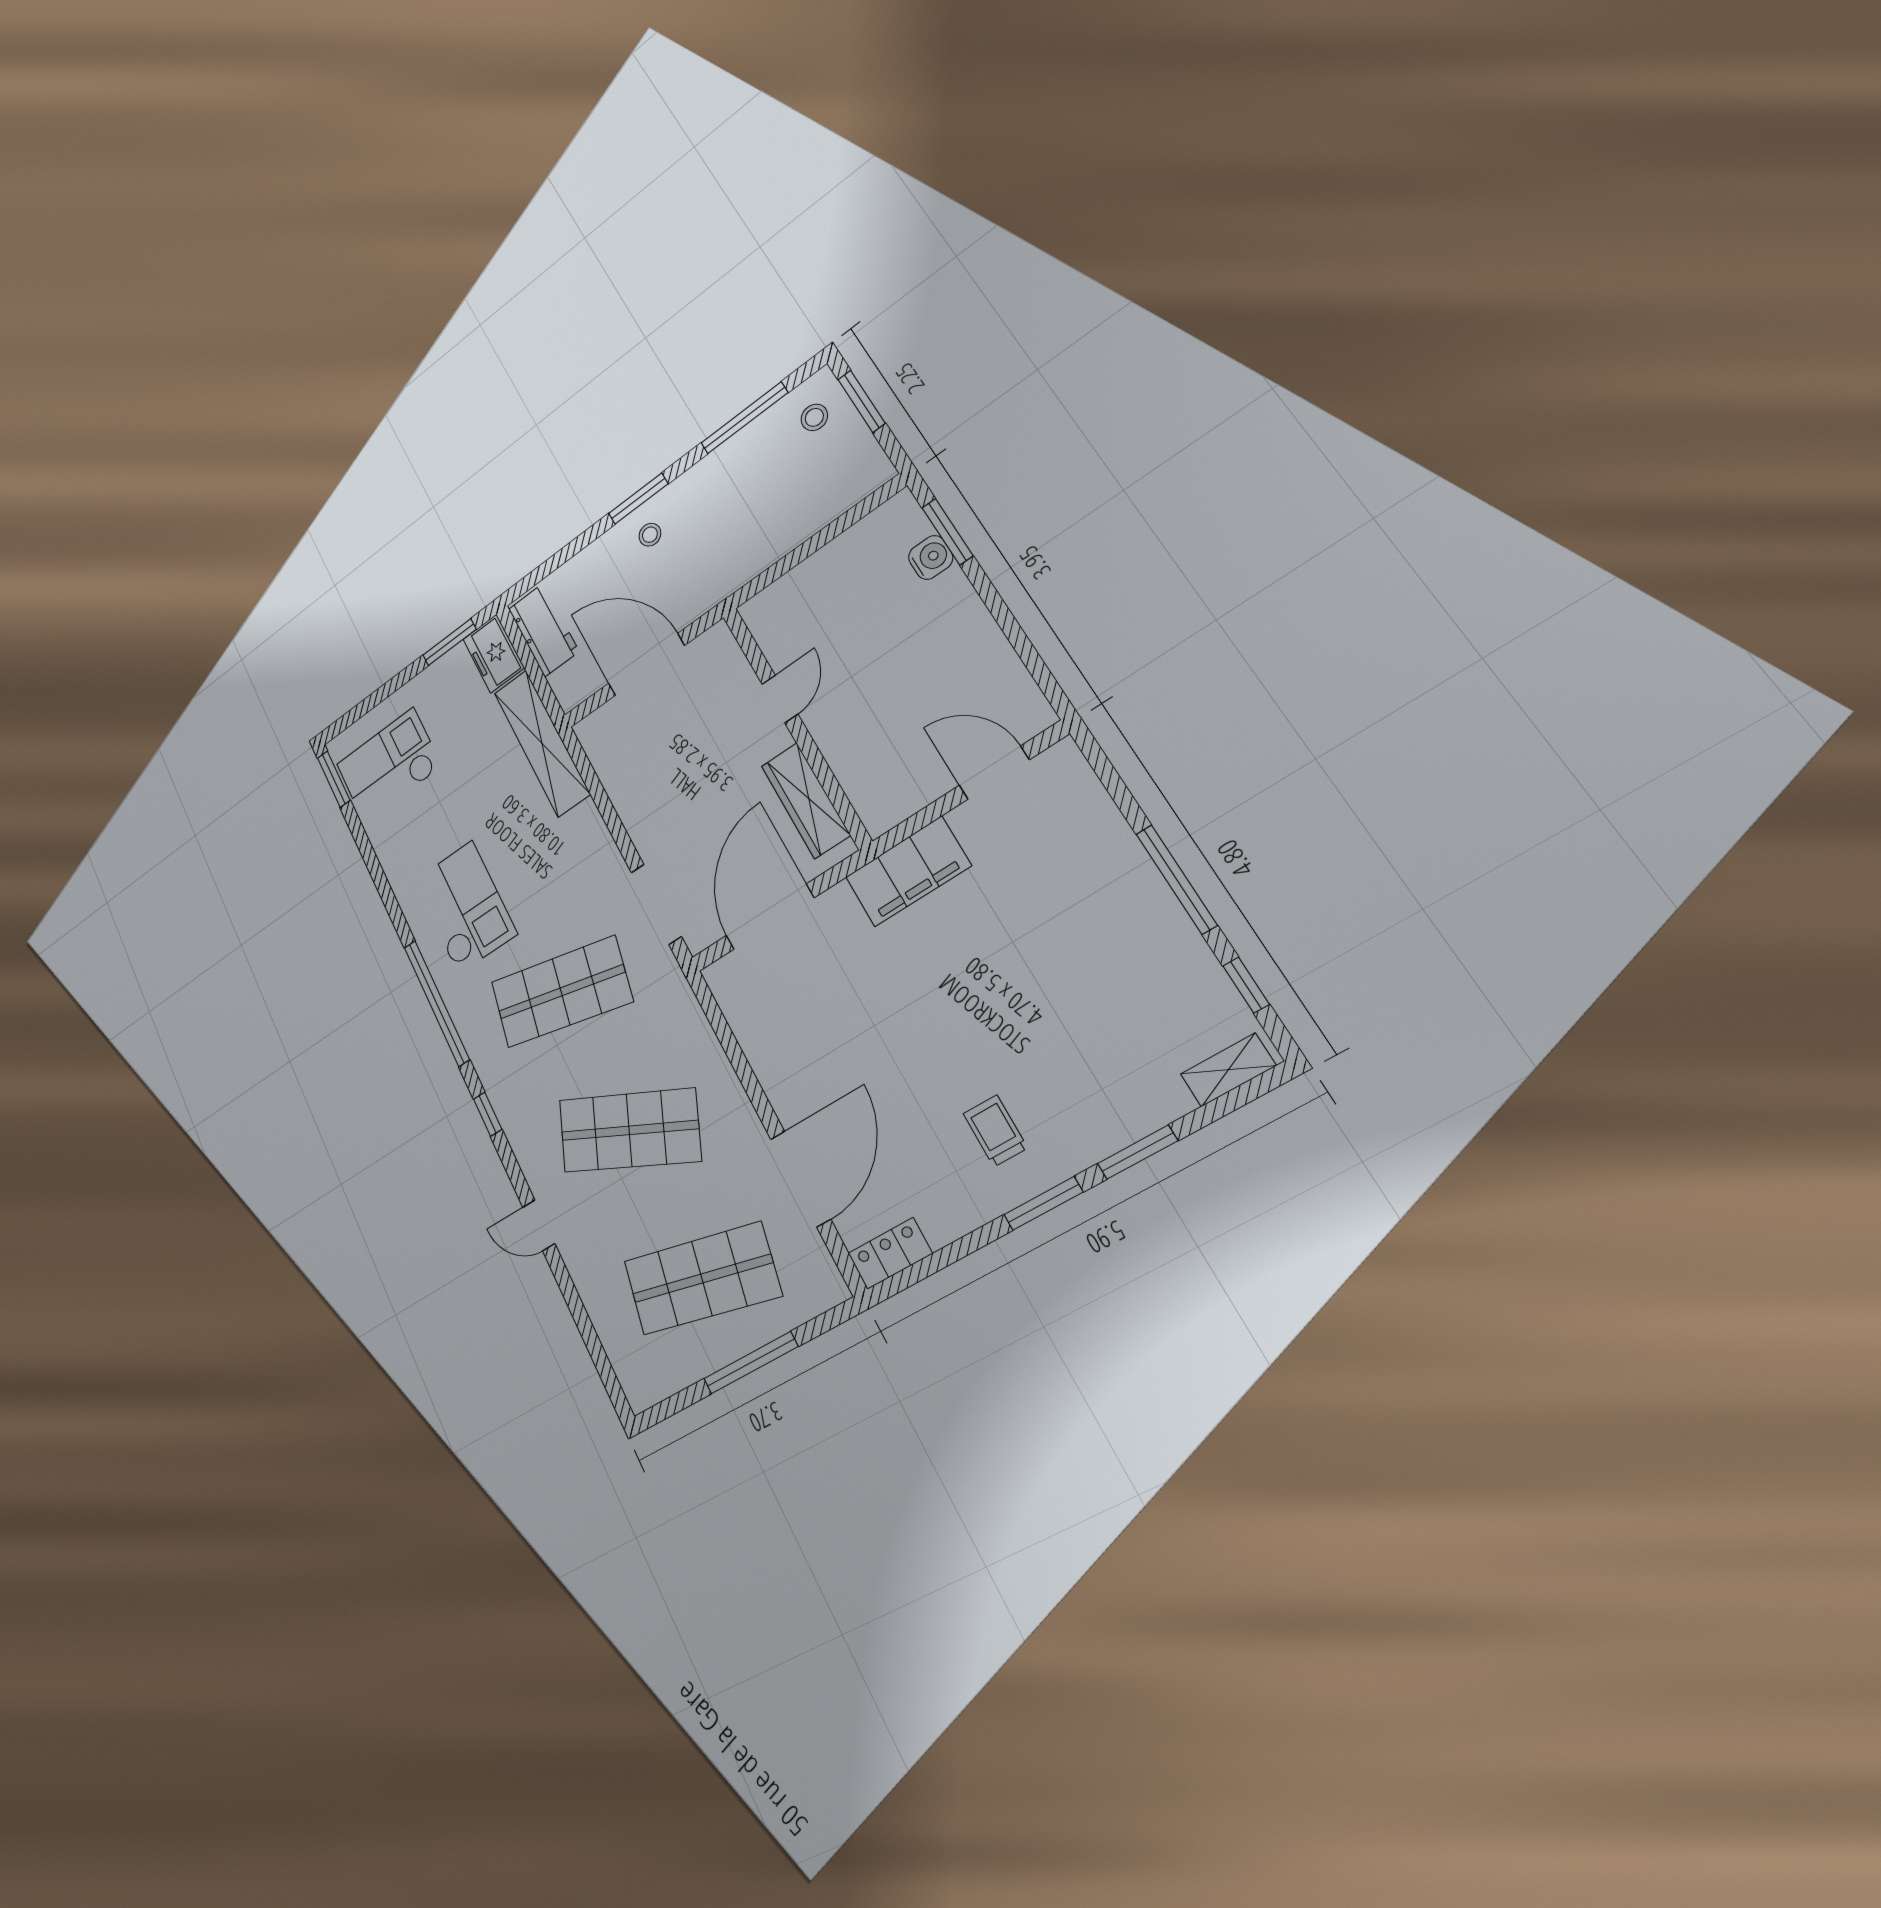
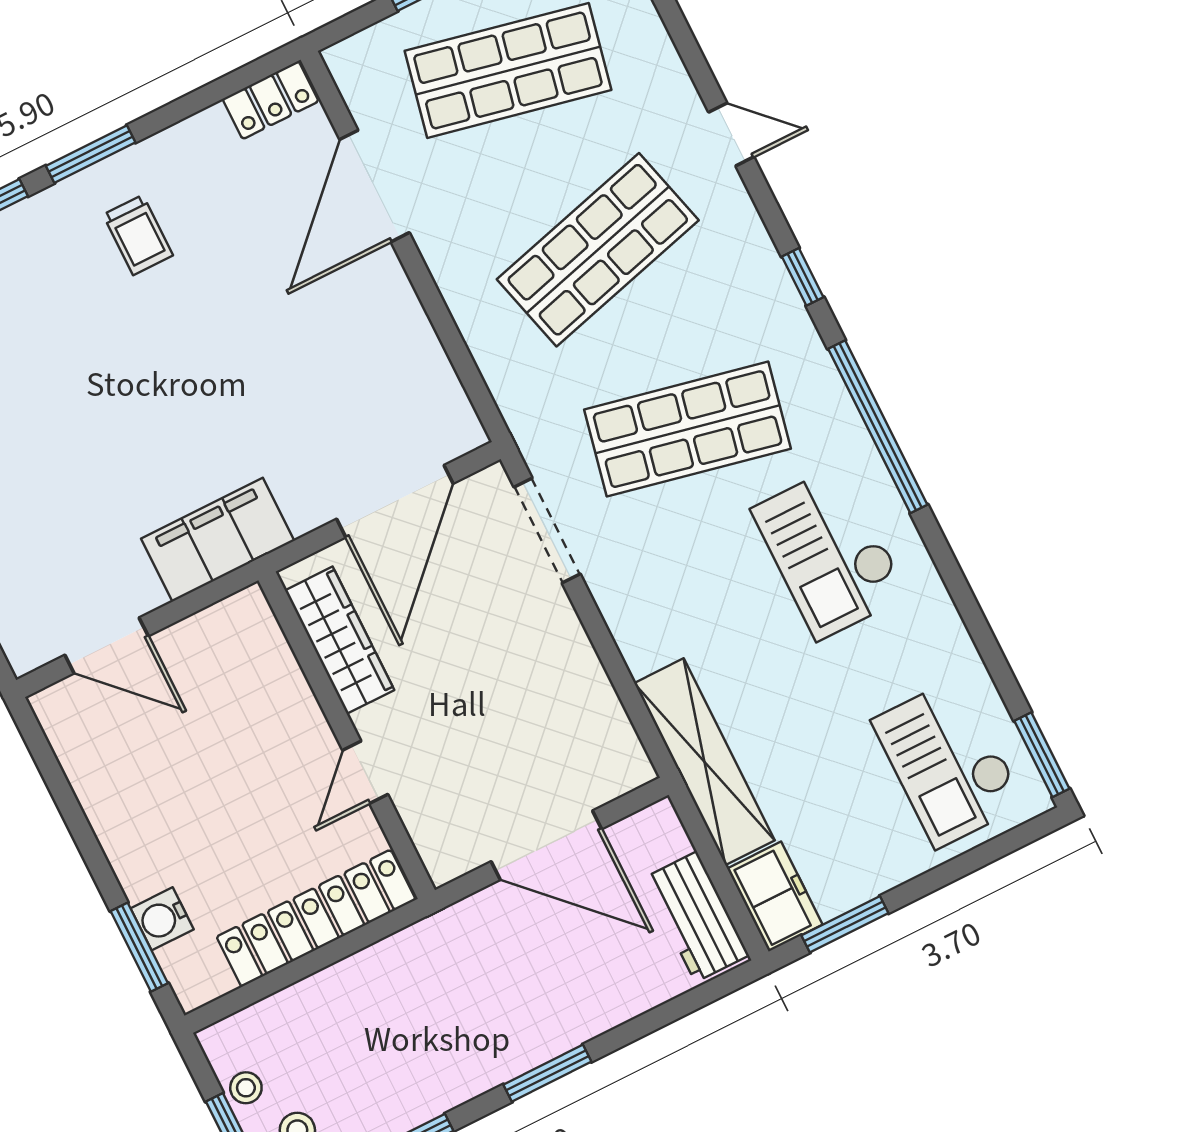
stool: (650, 535) -> (246, 1088), moved
locker: (810, 580) -> (316, 918), added
checkout: (389, 765) -> (948, 762), turned 90
shop shelf: (629, 1130) -> (598, 250), turned -39

